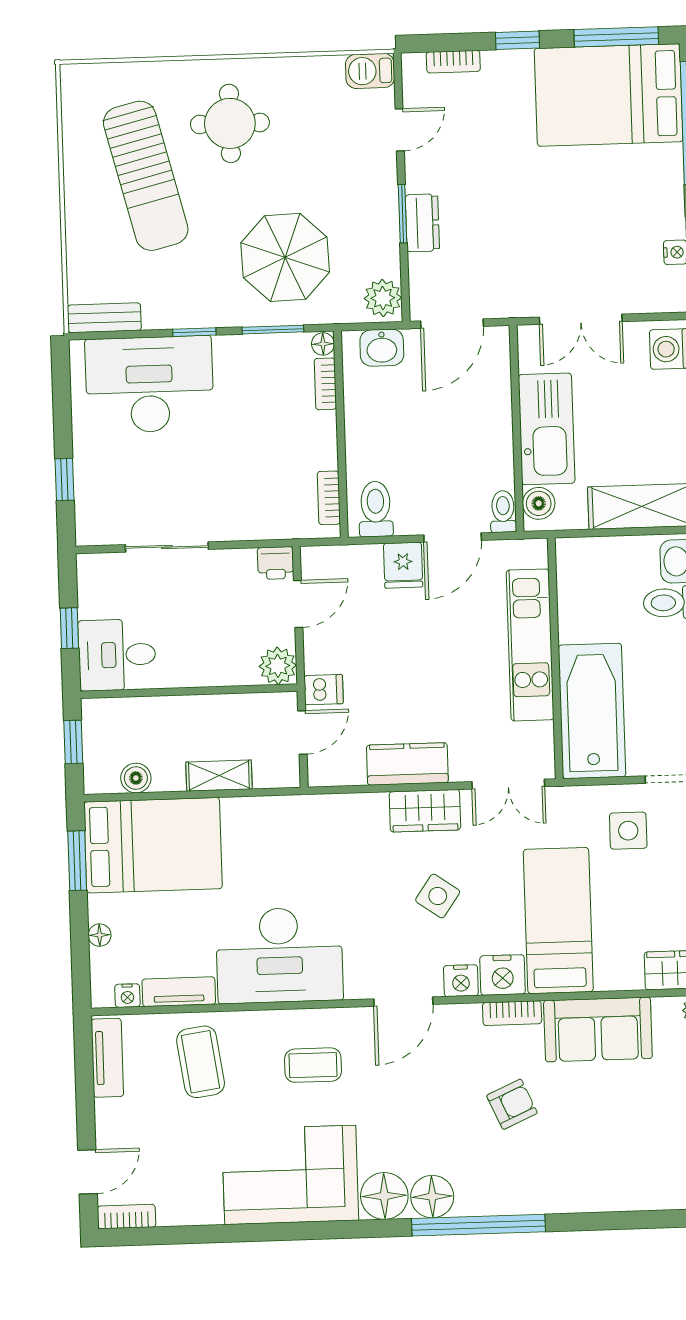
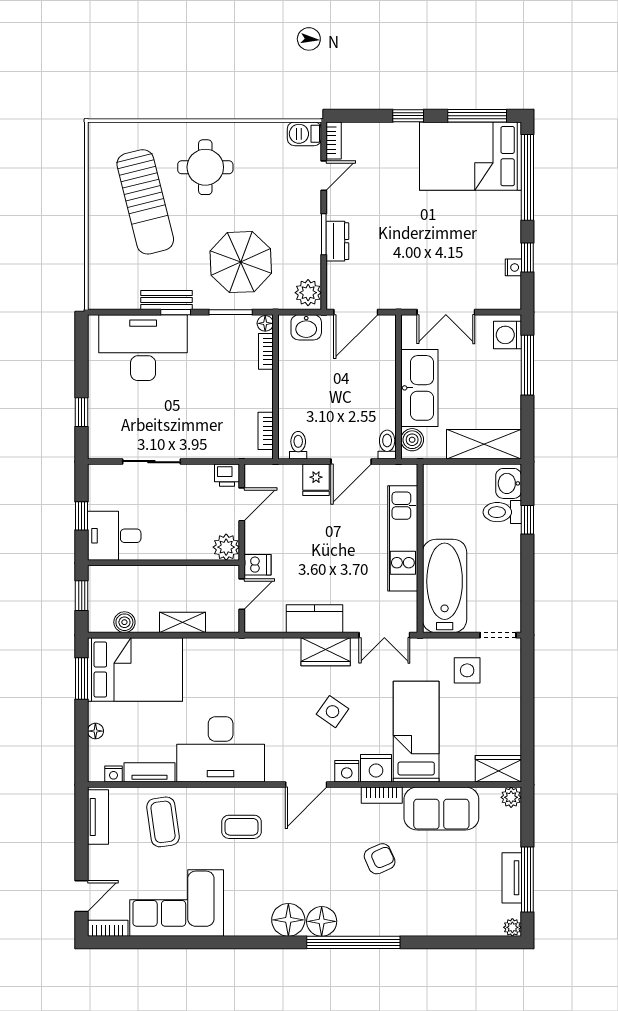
bookcase: (453, 62) -> (334, 140), moved, turned -90
bench: (104, 318) -> (167, 300), moved
toilet: (376, 509) -> (298, 445), width x0.73, depth x0.72
corner sofa: (290, 1175) -> (177, 903), moved

